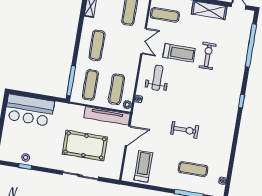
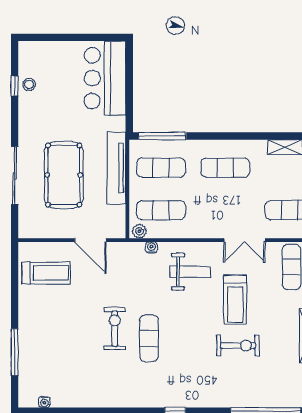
tv unit: (107, 116) -> (116, 168), moved
exercise bike: (185, 130) -> (115, 329), turned 180
exercise mat: (193, 169) -> (149, 338), moved

